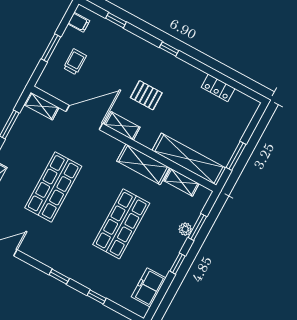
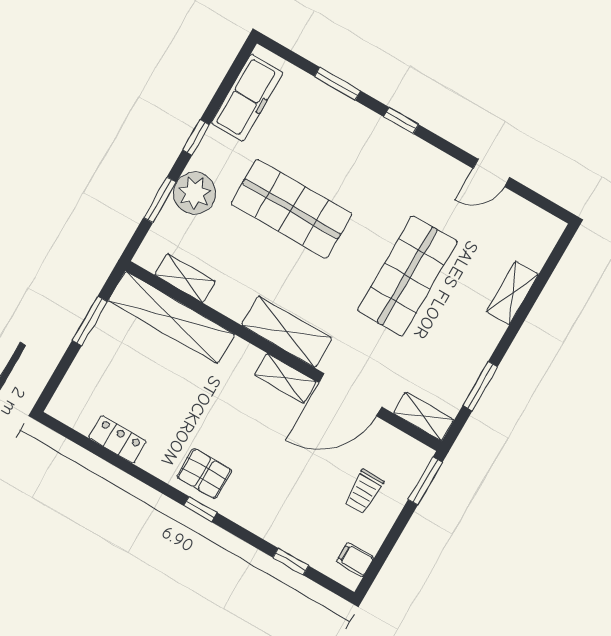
window: (51, 48) -> (425, 481), moved
pallet: (146, 95) -> (204, 474), moved
shelving: (143, 164) -> (287, 332), moved
shop shelf: (121, 224) -> (291, 209), turned 90
plant: (185, 229) -> (195, 193), width x1.88, depth x1.88
freezer: (149, 287) -> (247, 98), width x1.40
window: (97, 297) -> (338, 84), width x1.50

